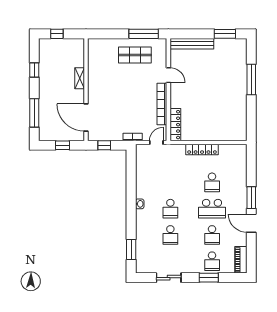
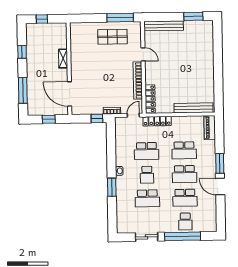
window: (251, 80) -> (218, 57), removed
bench: (223, 135) -> (194, 108), added
window: (104, 145) -> (97, 118), moved
locker: (202, 149) -> (157, 121), moved
school desk: (170, 182) -> (147, 151), added
school desk: (212, 182) -> (184, 150), width x1.85
school desk: (170, 235) -> (147, 198), width x1.85
school desk: (212, 235) -> (185, 198), width x1.85
window: (131, 250) -> (112, 187), moved
piano: (241, 260) -> (210, 128), moved
window: (209, 278) -> (183, 236), width x2.11

